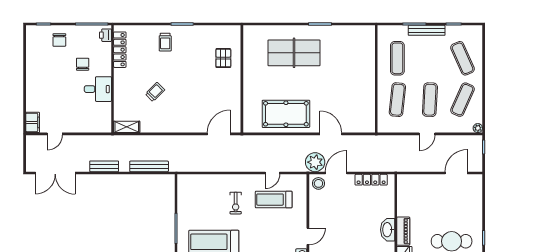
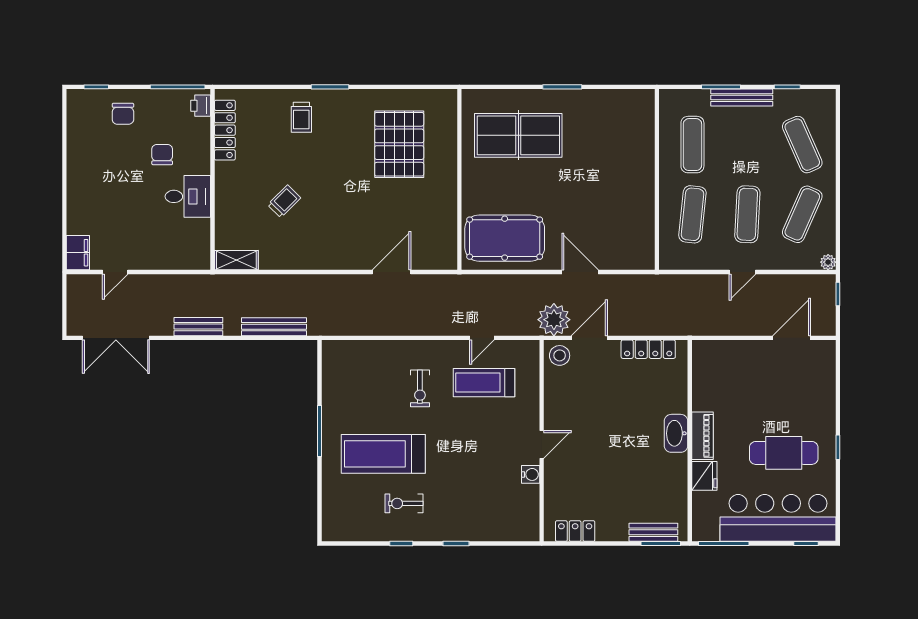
pallet: (223, 58) -> (399, 144), width x2.05, depth x2.00
wall: (242, 79) -> (459, 179), moved

